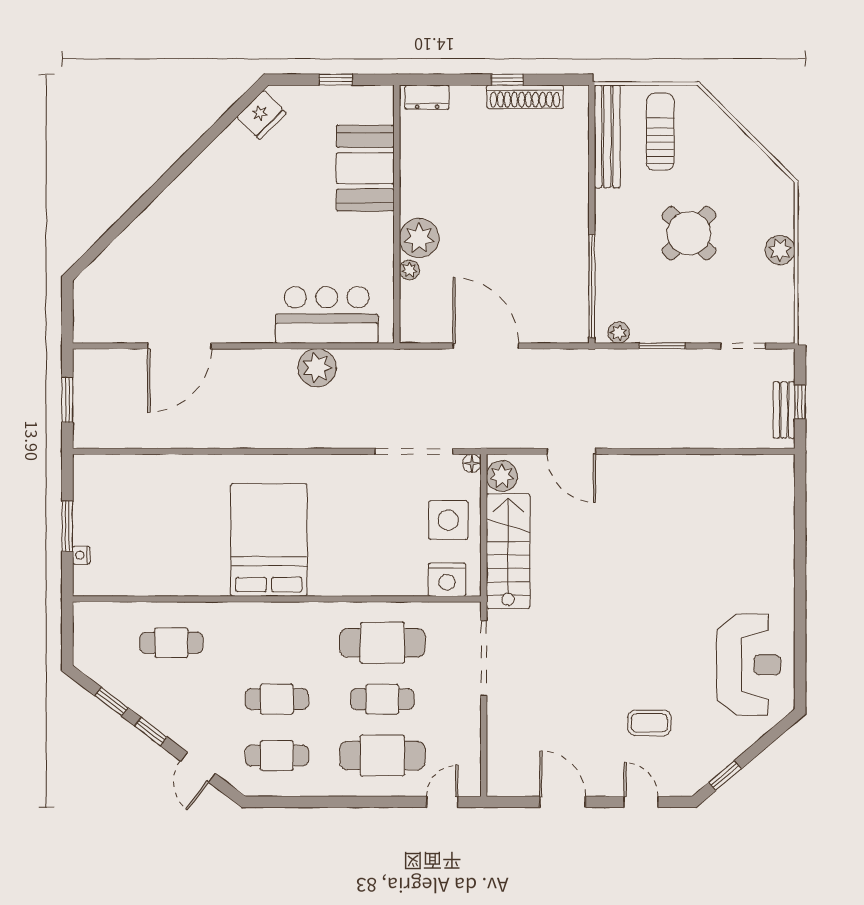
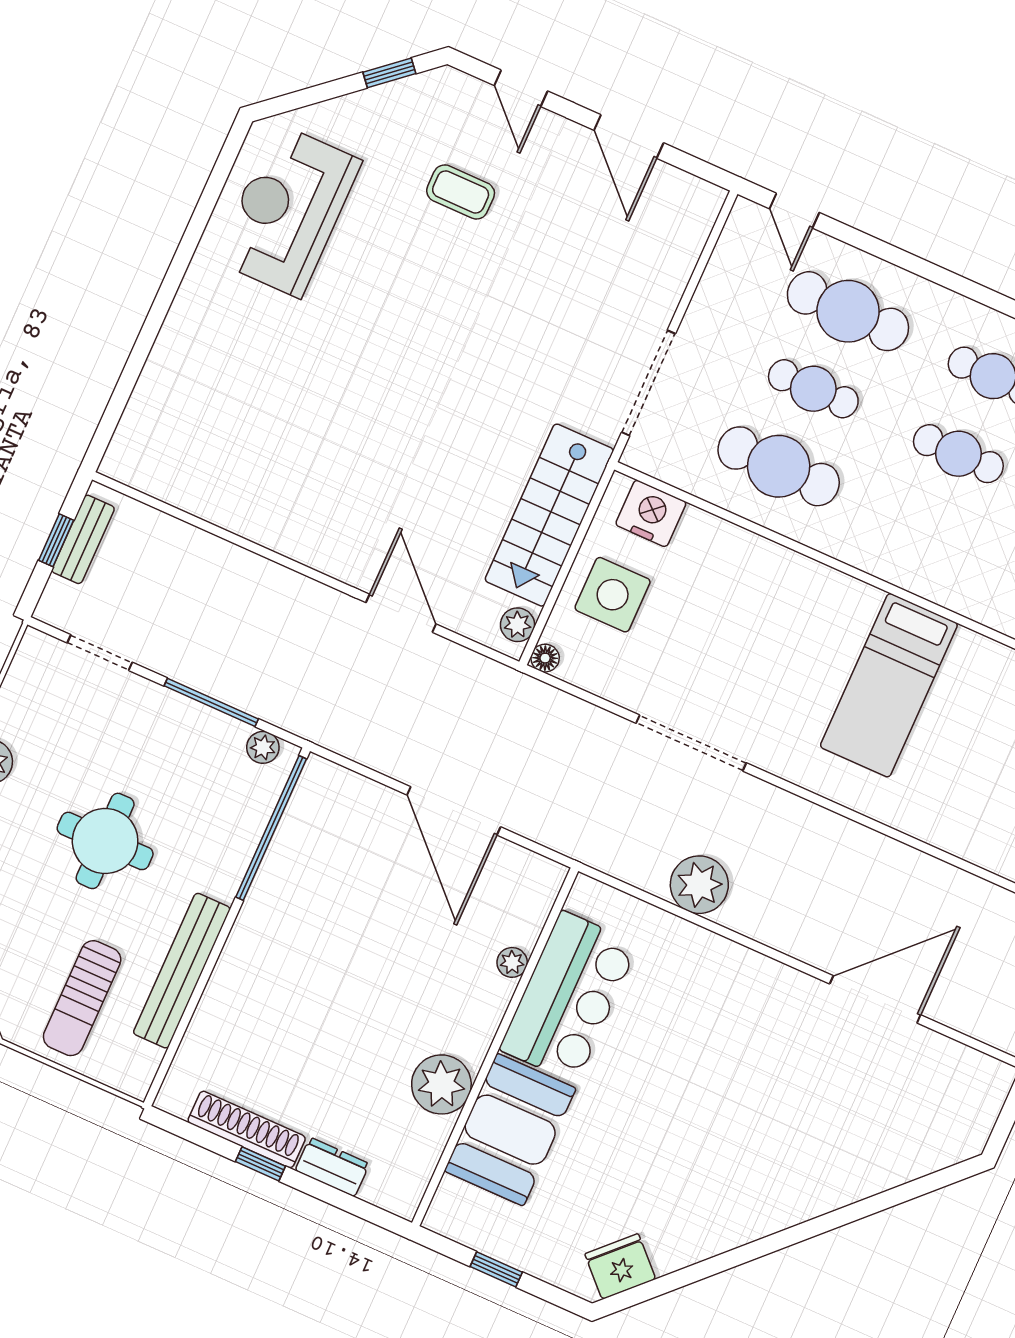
dresser: (427, 97) -> (332, 1167), moved
bench: (607, 136) -> (182, 971), moved
round table: (689, 233) -> (105, 841), turned 45
plant: (419, 238) -> (441, 1084), moved
bar counter: (327, 315) -> (569, 997), moved, turned -90
window: (662, 346) -> (211, 702), width x1.44
doorway: (414, 451) -> (691, 743), moved
plant: (502, 476) -> (517, 625), width x0.73, depth x0.73
bed: (269, 540) -> (889, 685), width x0.67
door: (442, 802) -> (794, 211), hinge flipped

